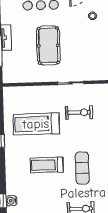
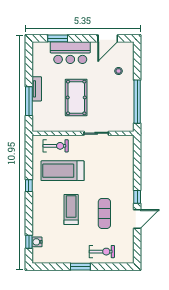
exercise bike: (79, 112) -> (56, 146), moved
treadmill: (47, 165) -> (71, 210), turned 90

